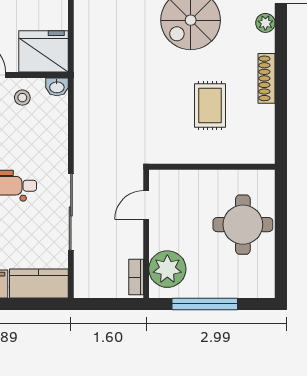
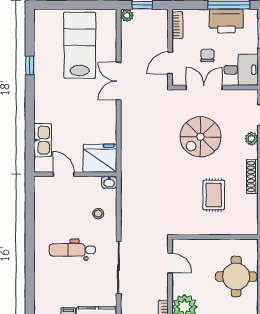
stool: (22, 98) -> (98, 214), moved
door: (146, 205) -> (170, 263), swing flipped

